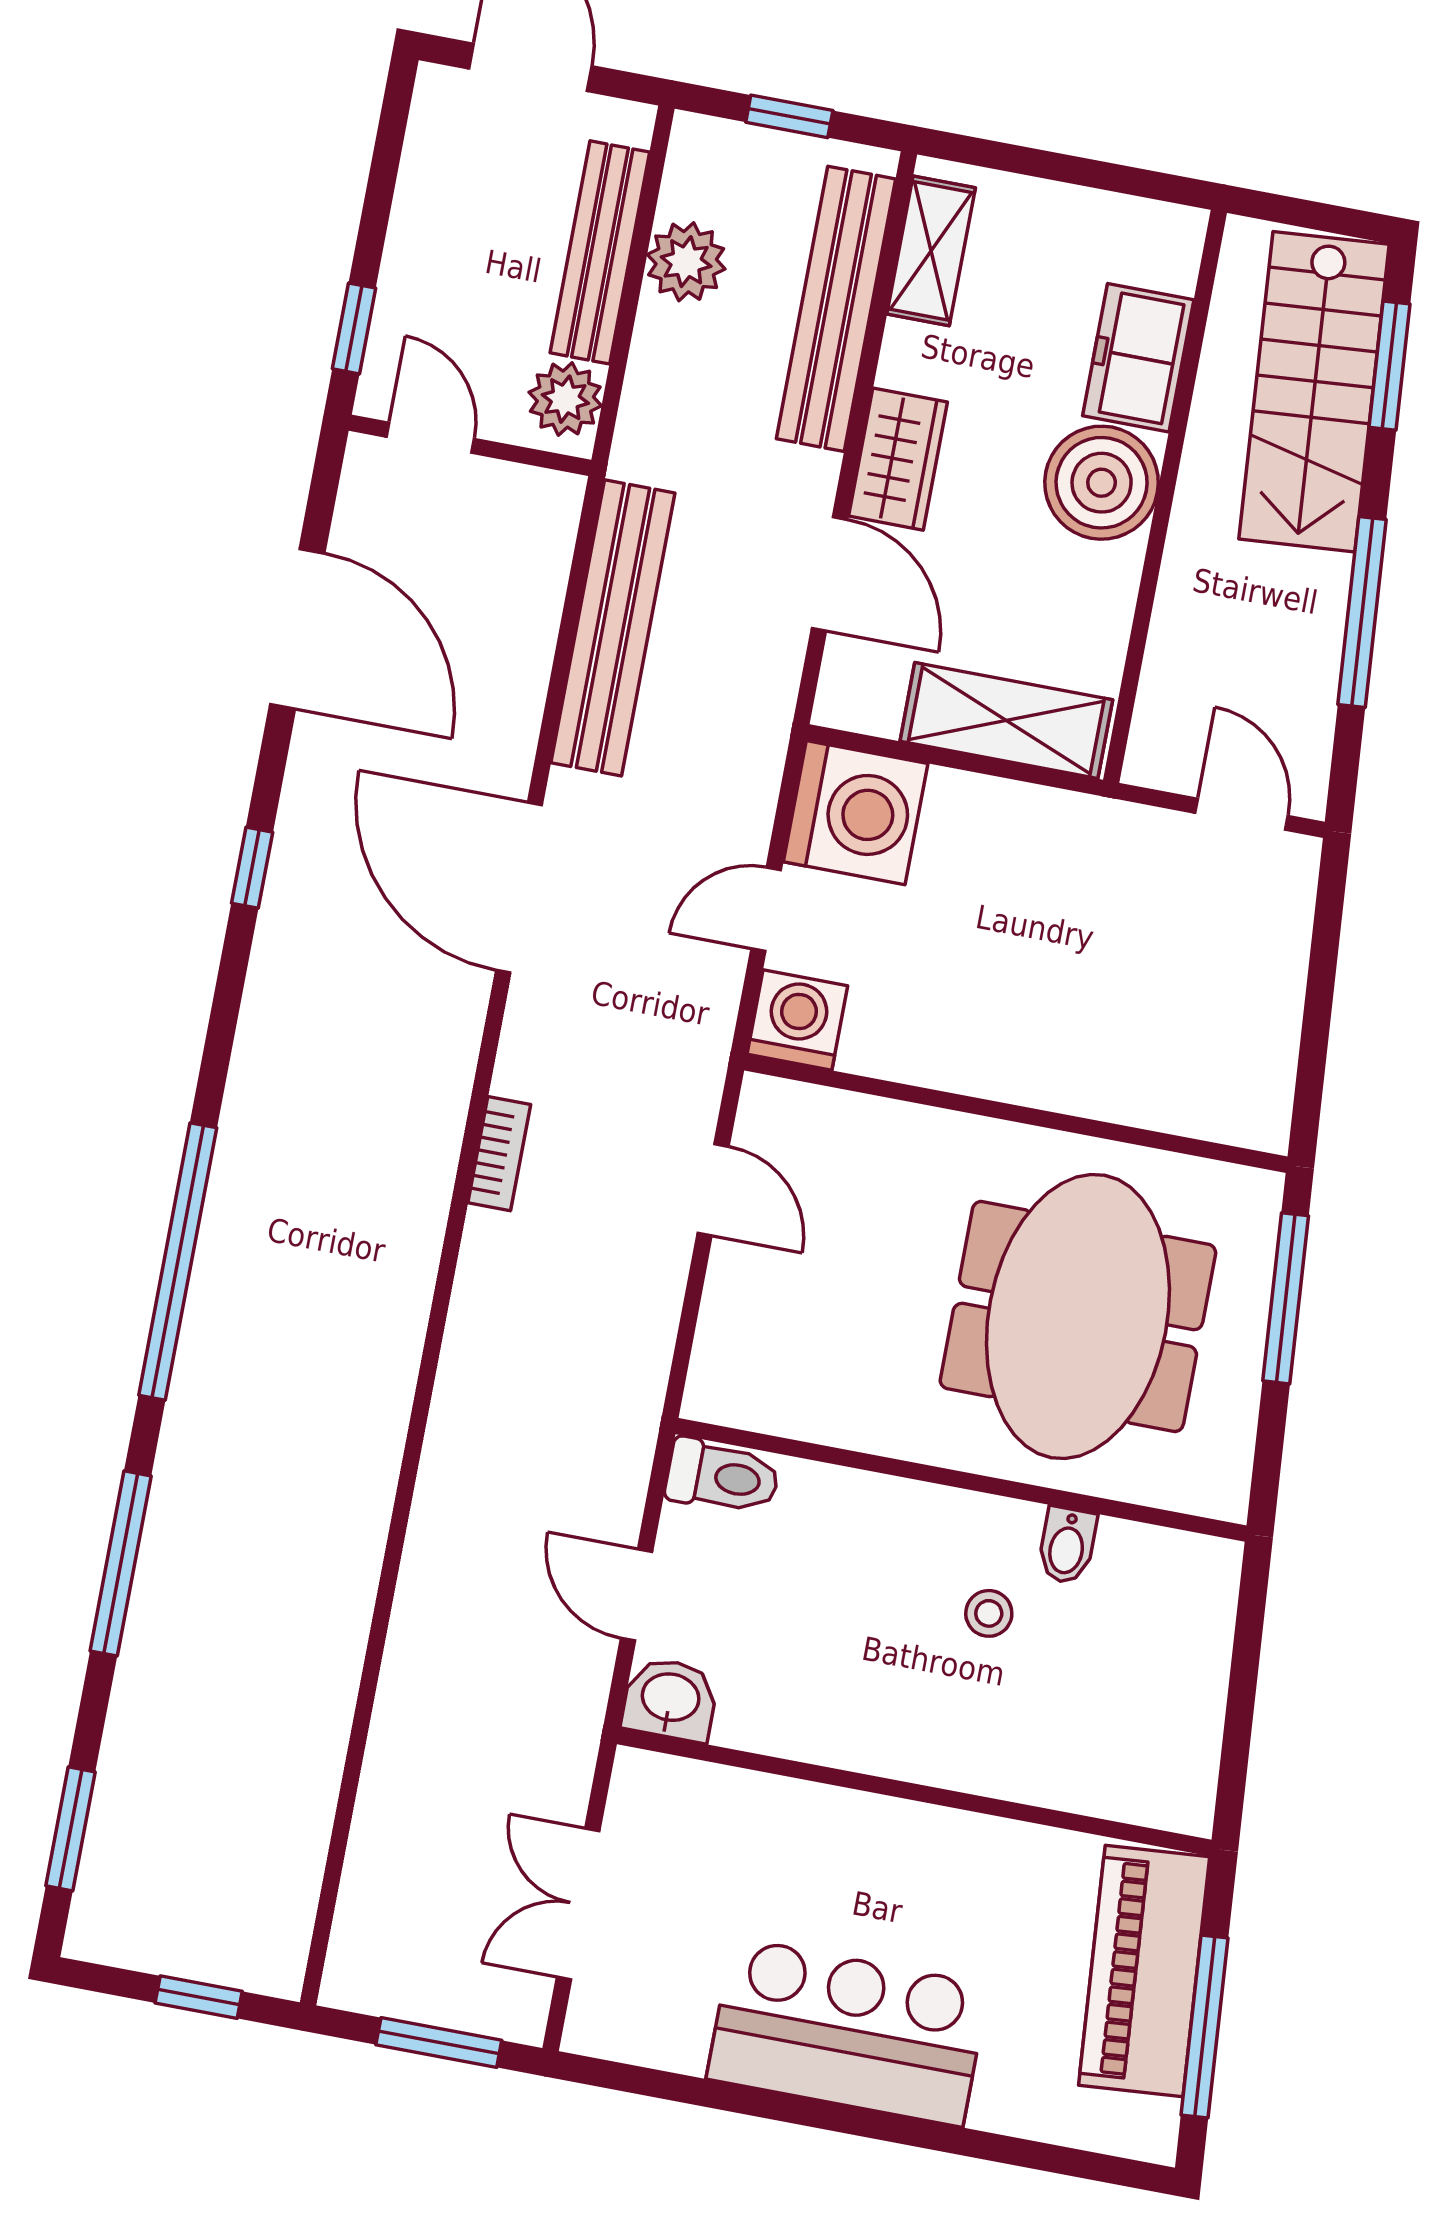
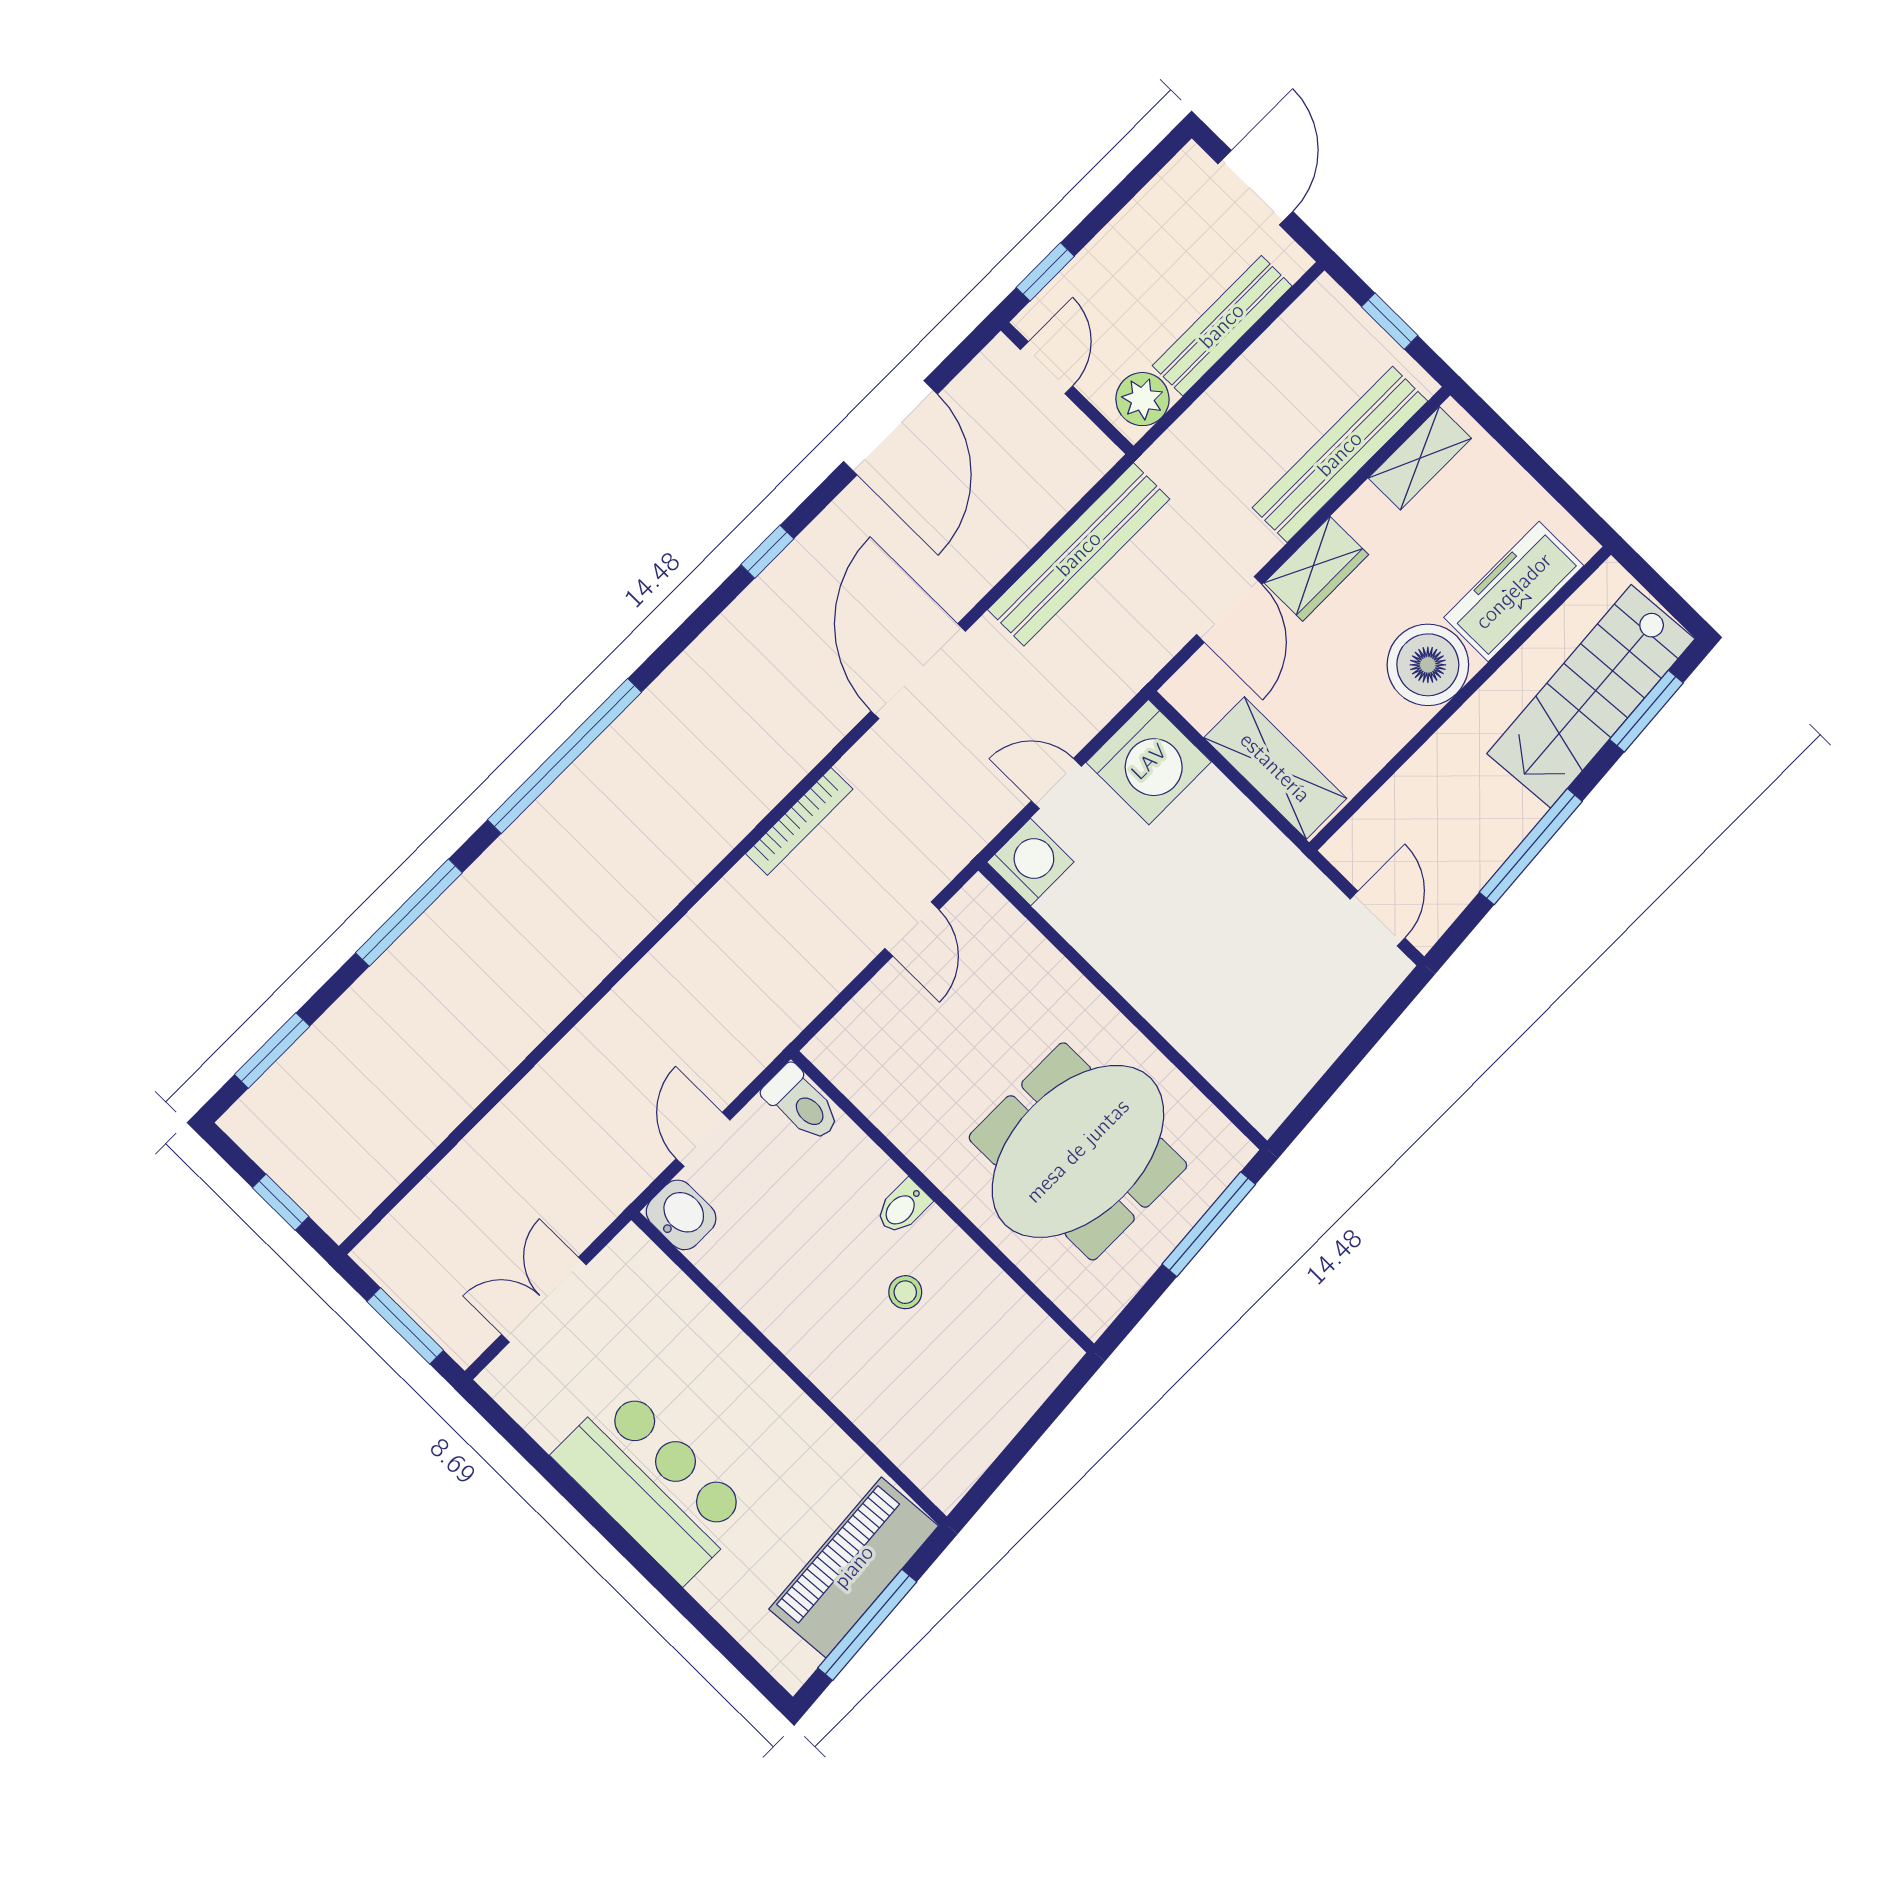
plant: (686, 262) -> (1270, 366), removed
freezer: (1138, 358) -> (1514, 591), width x1.40
bookcase: (499, 1154) -> (799, 821), width x1.56
bidet: (1067, 1545) -> (903, 1207), moved

